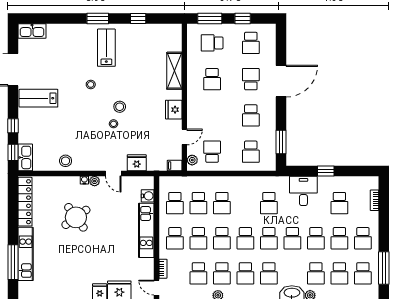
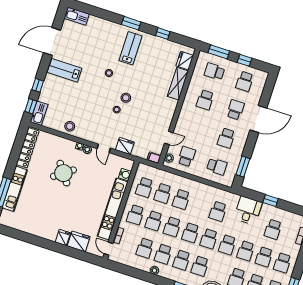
fridge: (174, 110) -> (185, 61), moved
school desk: (251, 152) -> (217, 166), turned -90
kitchen unit: (146, 230) -> (113, 209), width x1.36

